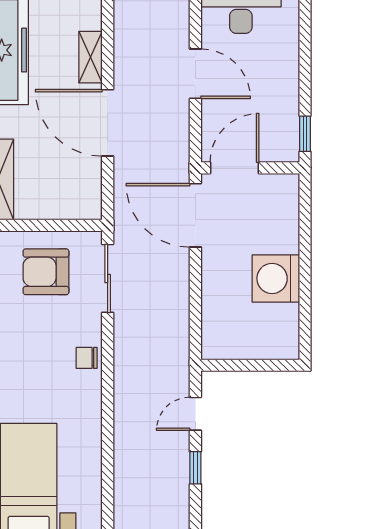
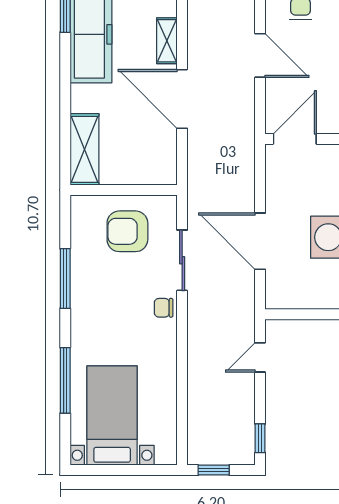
door: (195, 215) -> (260, 241), moved
sliding door: (108, 278) -> (182, 260), moved
window: (195, 468) -> (260, 438), moved

